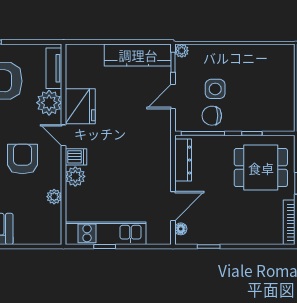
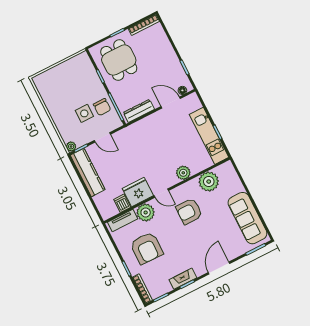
door: (64, 135) -> (161, 193), hinge flipped
dishwasher: (76, 157) -> (122, 203), moved
plant: (54, 197) -> (209, 182), width x1.88, depth x1.88

